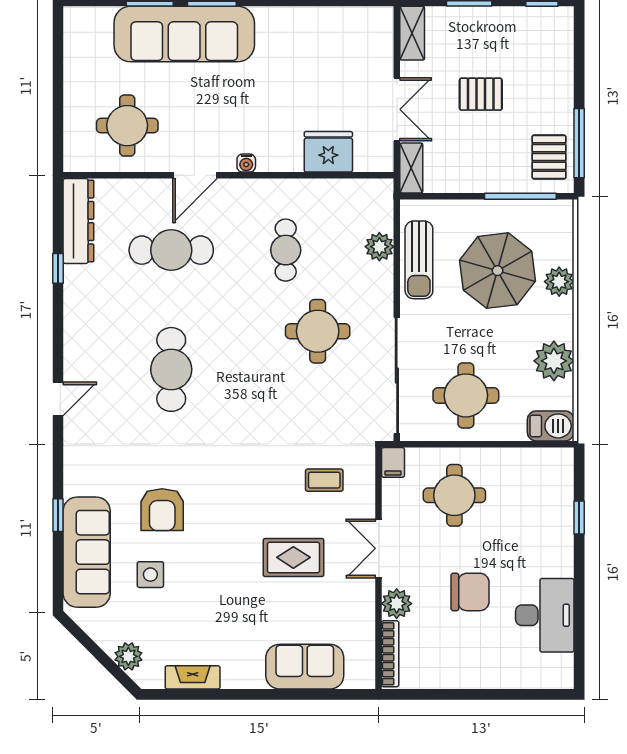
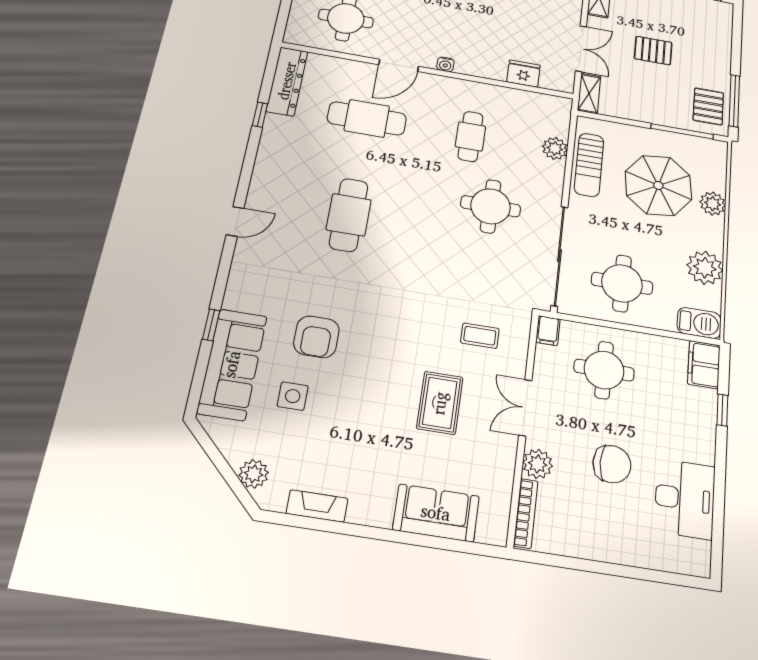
fridge: (328, 152) -> (524, 74), width x0.73, depth x0.75
filing cabinet: (558, 472) -> (704, 365), added
rug: (293, 557) -> (440, 403), turned 90

